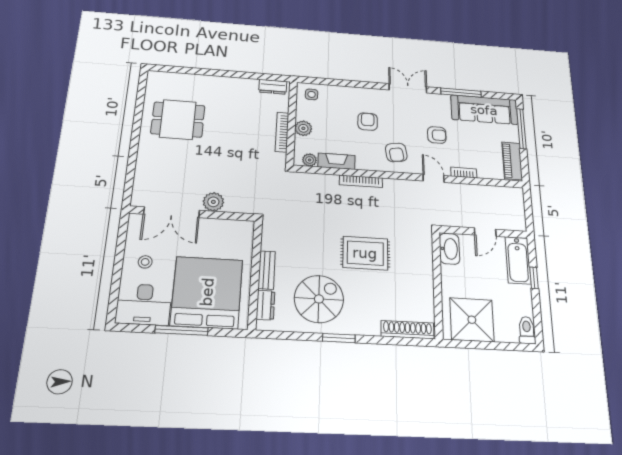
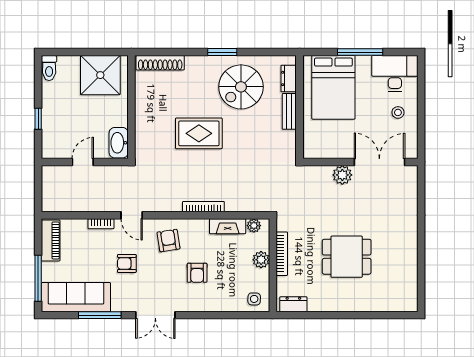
dining table: (178, 120) -> (347, 257), moved
bathtub: (518, 260) -> (52, 135), removed
bed: (207, 292) -> (333, 87), width x0.73

